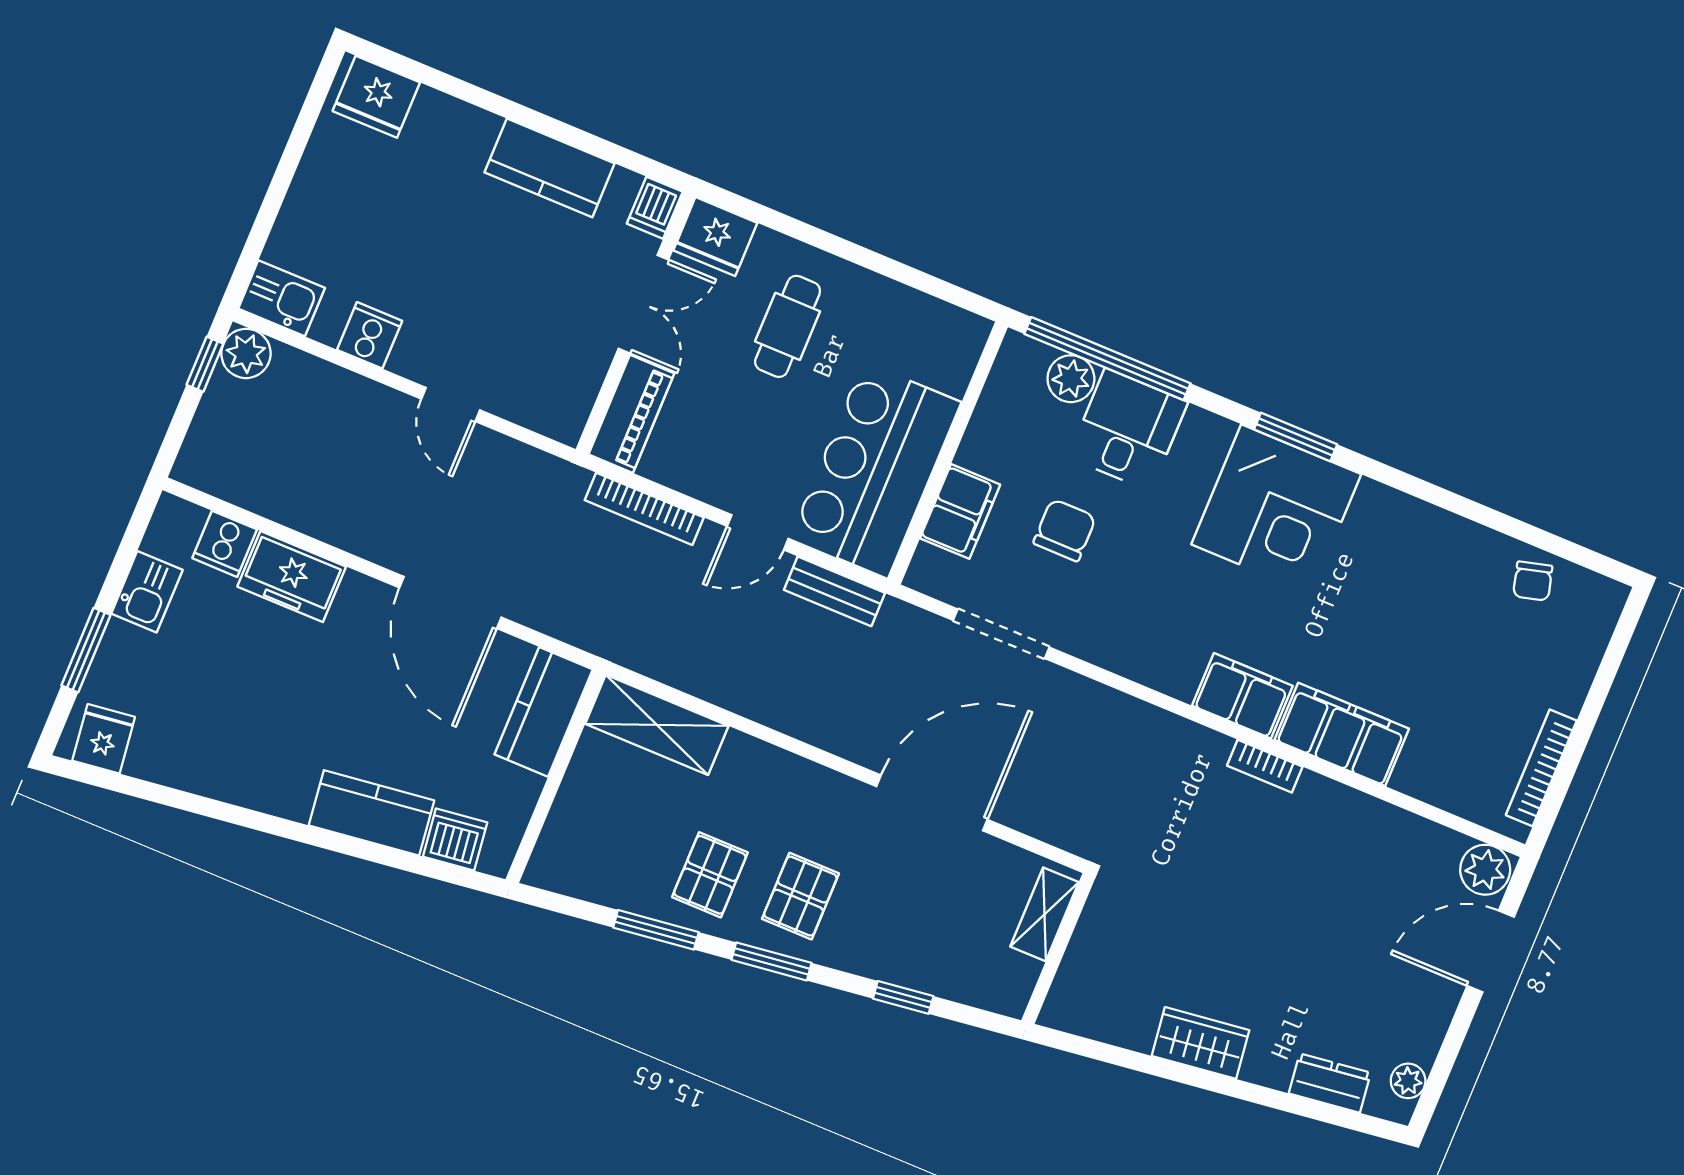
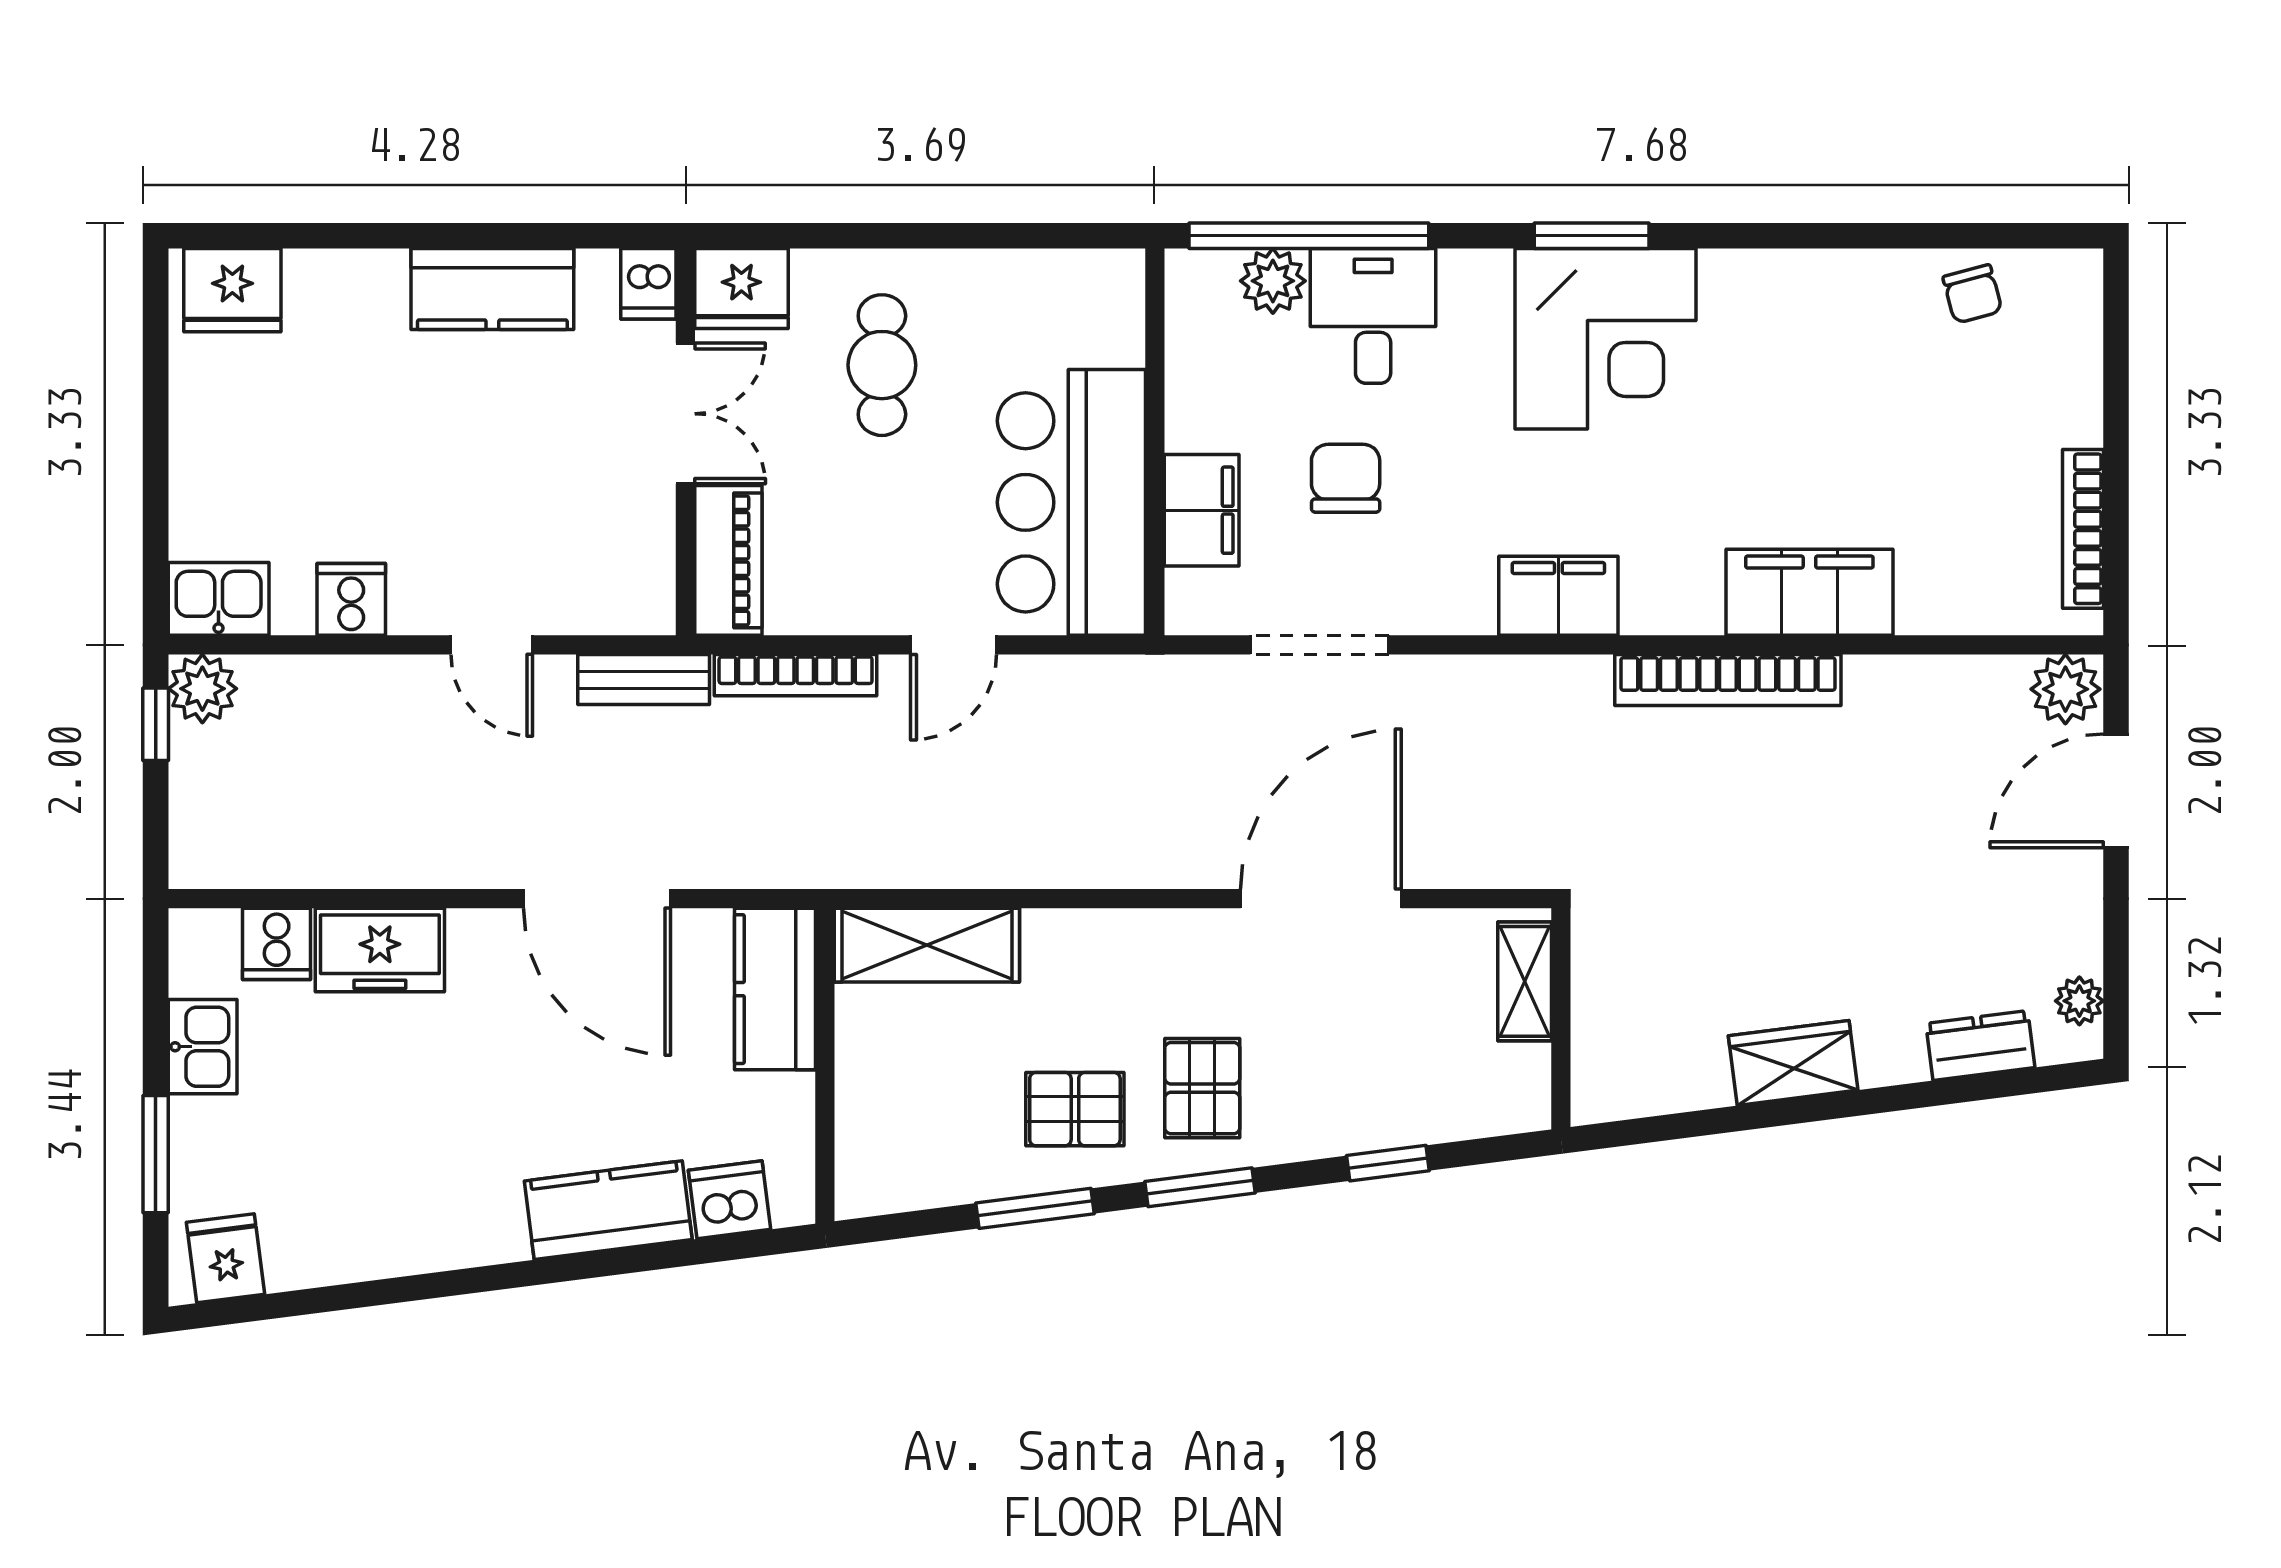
bench: (835, 591) -> (644, 680), moved
filing cabinet: (1242, 696) -> (1558, 596), moved
bookcase: (1265, 766) -> (1728, 680), width x2.31, depth x1.31
pallet: (710, 875) -> (1075, 1109), turned 90

